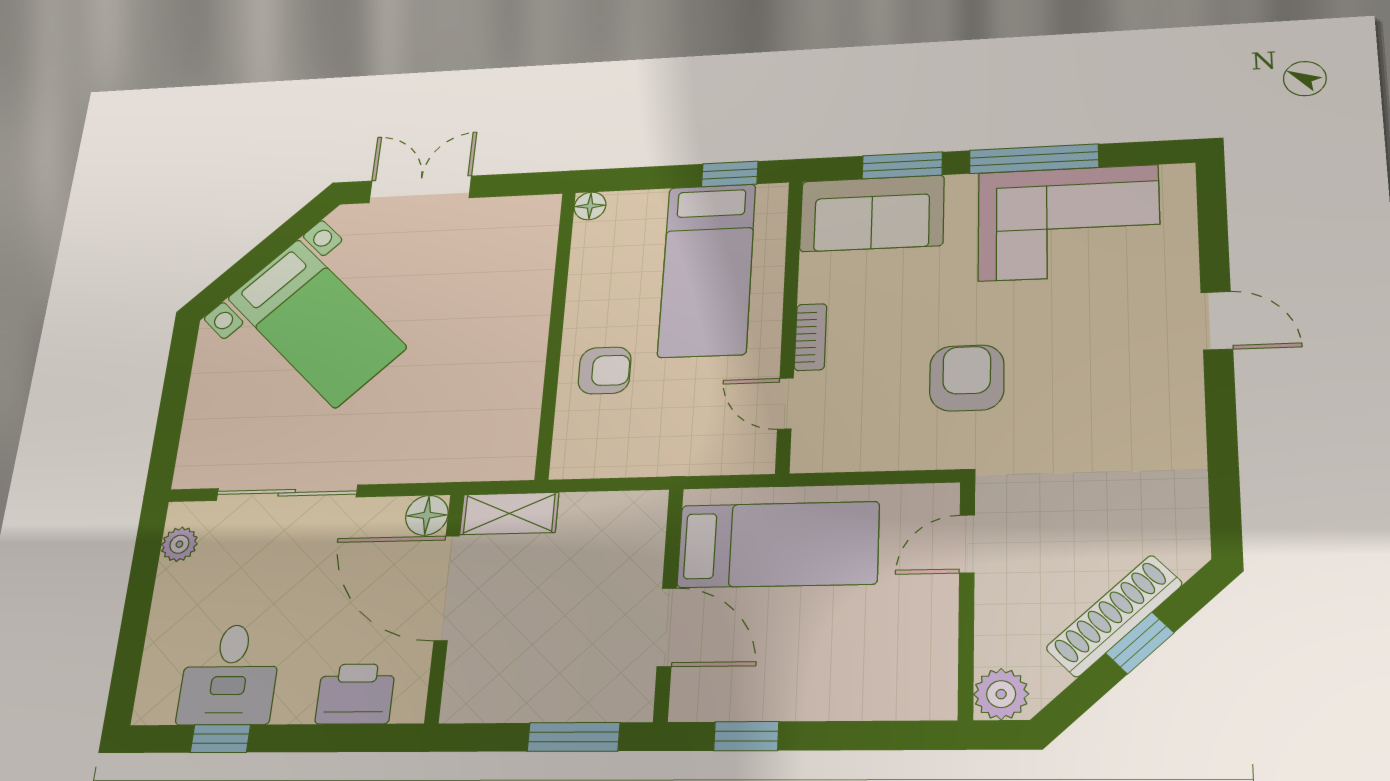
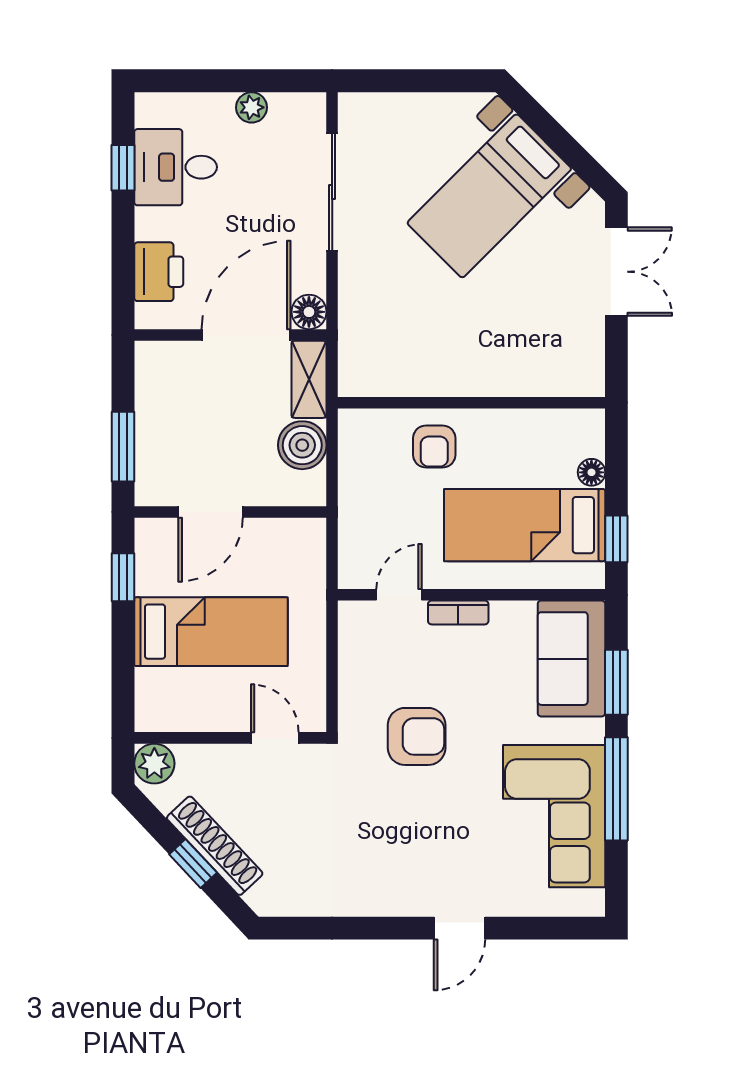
floor lamp: (590, 206) -> (591, 472), moved
boiler: (590, 519) -> (302, 445), added
plant: (179, 544) -> (252, 107), moved
bed: (778, 545) -> (211, 632), moved, turned -90

